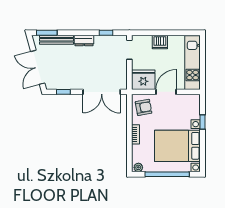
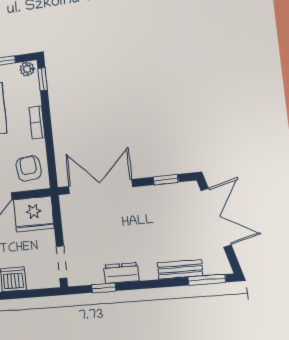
bench: (56, 40) -> (180, 269), width x0.73
dresser: (84, 40) -> (121, 273), moved
armchair: (144, 107) -> (29, 168), turned 95
window: (129, 160) -> (43, 79), added

